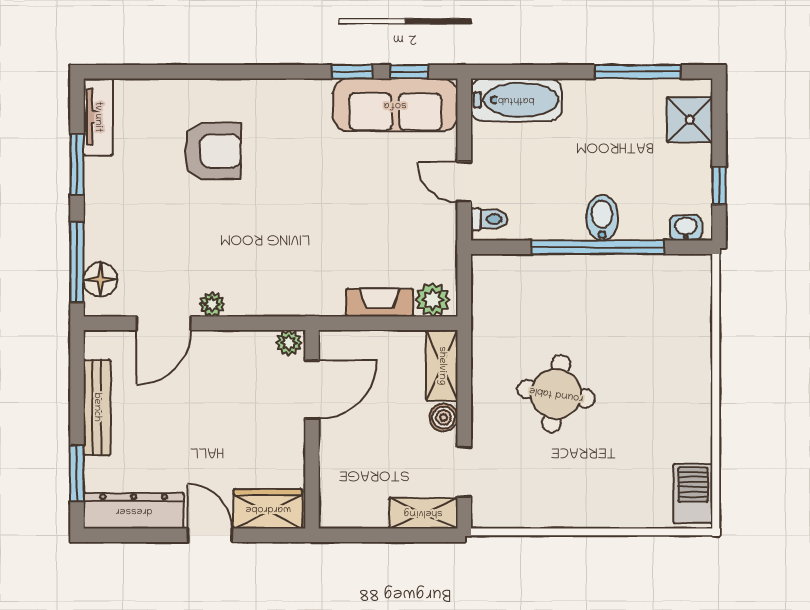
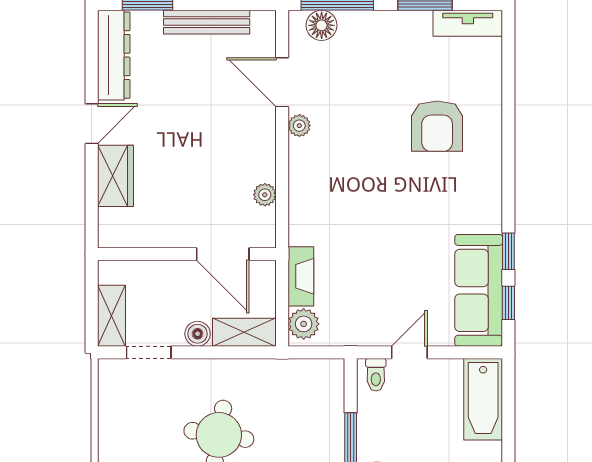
door: (312, 389) -> (223, 254), moved
wall: (312, 429) -> (187, 254), moved

